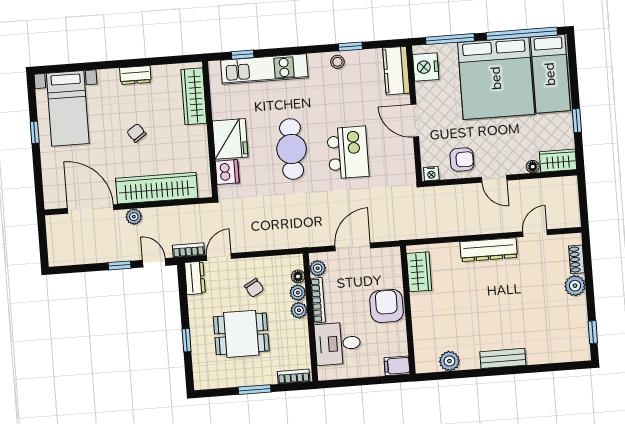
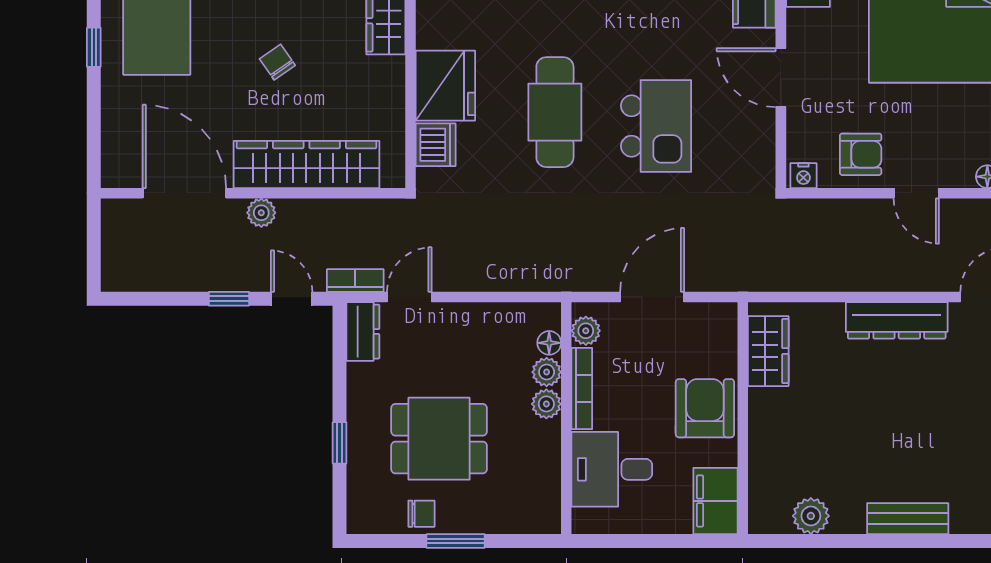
chair: (254, 288) -> (421, 514), moved, turned -60
filing cabinet: (397, 366) -> (715, 501), width x2.00
bookcase: (294, 376) -> (528, 523), removed

